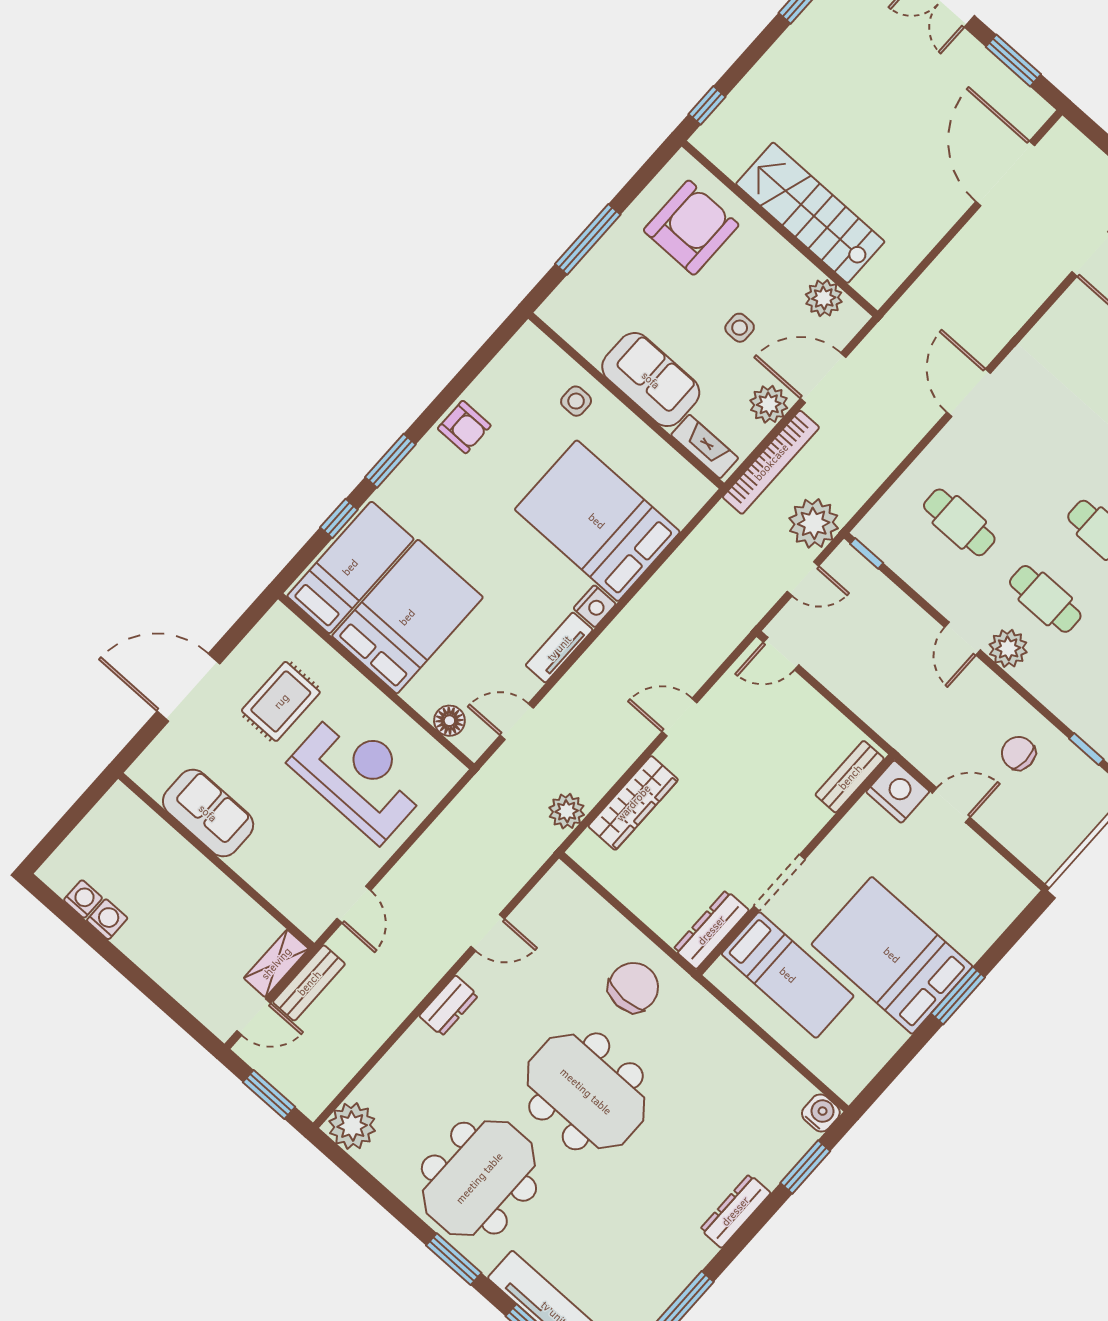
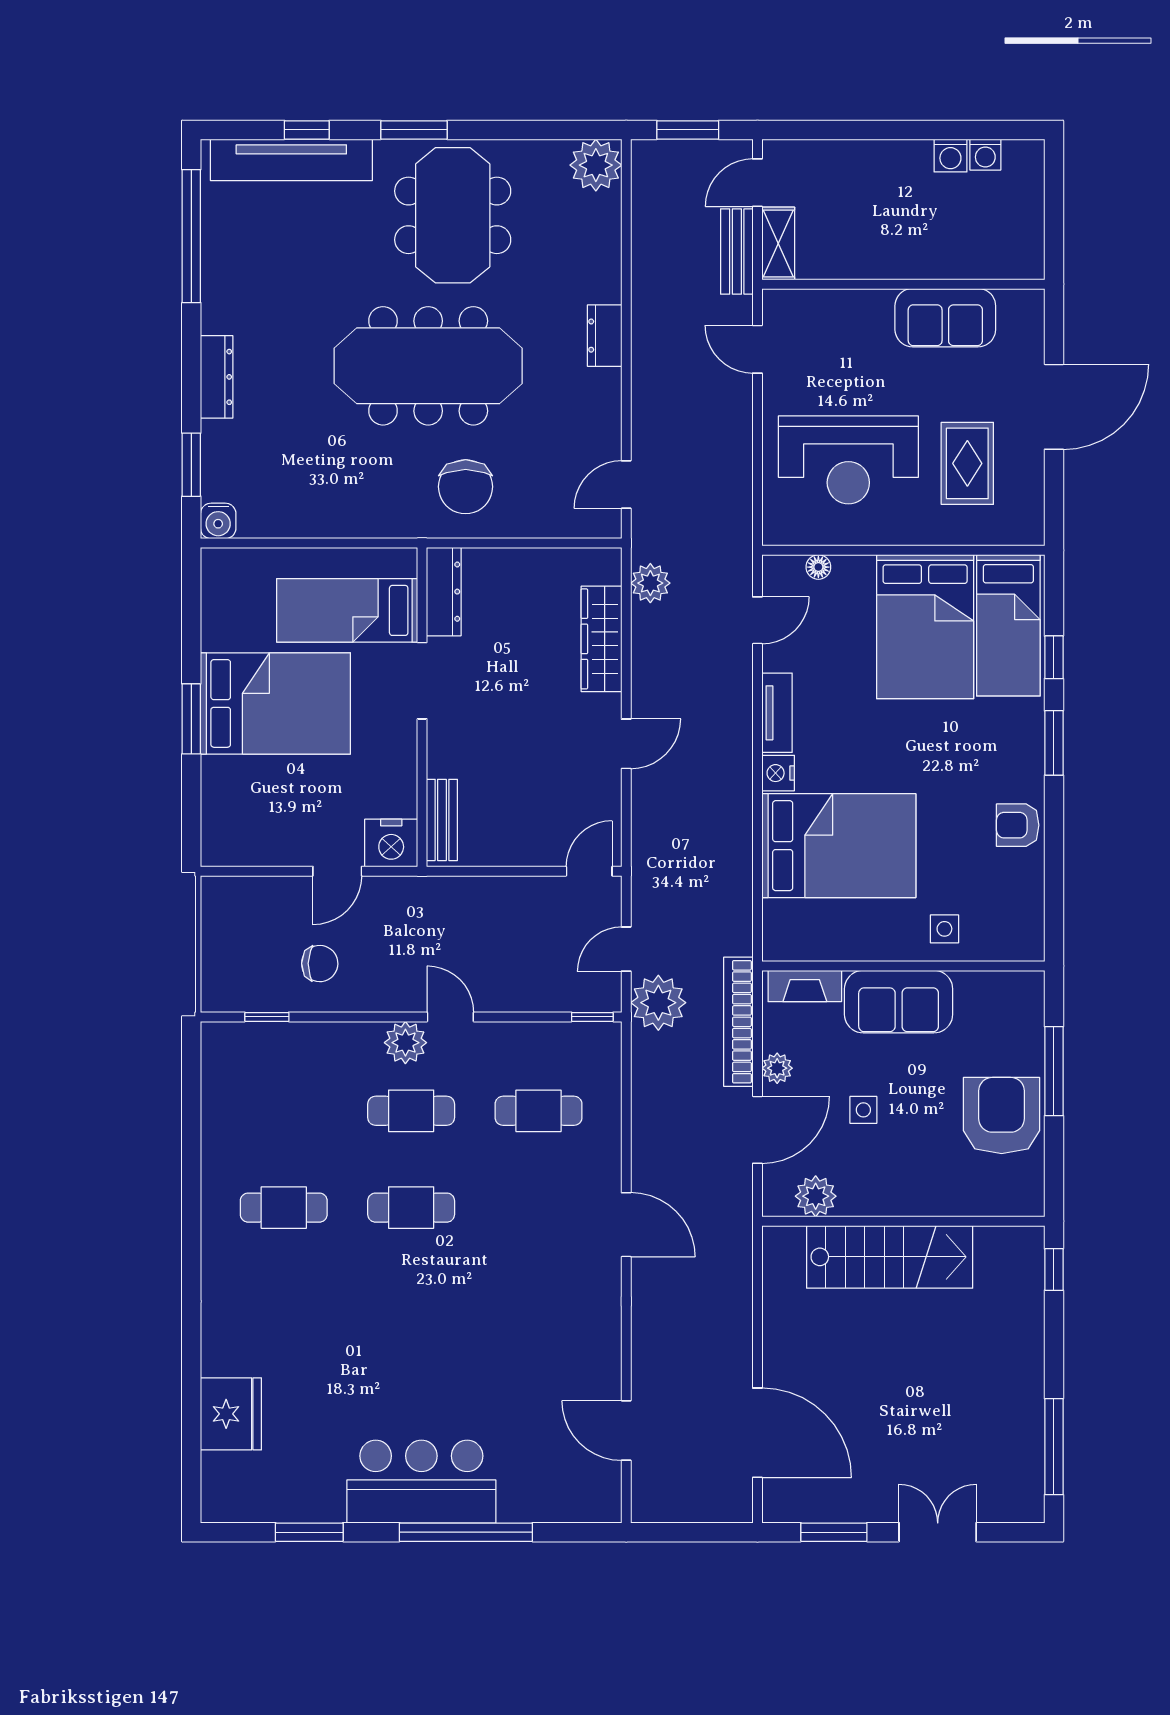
armchair: (691, 228) -> (1002, 1115), moved, turned 180
plant: (769, 404) -> (777, 1068), width x0.73, depth x0.73
floor lamp: (449, 721) -> (818, 567), width x0.73, depth x0.73
door: (488, 933) -> (626, 484), moved
meeting table: (586, 1091) -> (428, 366), width x1.36

